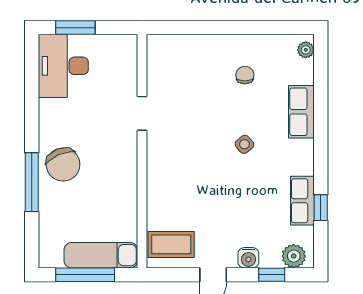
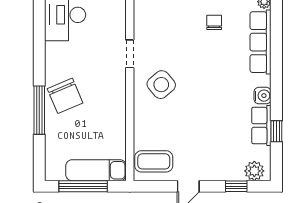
row of seats: (301, 112) -> (261, 42), width x1.48
side table: (244, 144) -> (161, 85), moved, width x1.87, depth x1.87
water cooler: (248, 258) -> (263, 96), moved, turned -90

